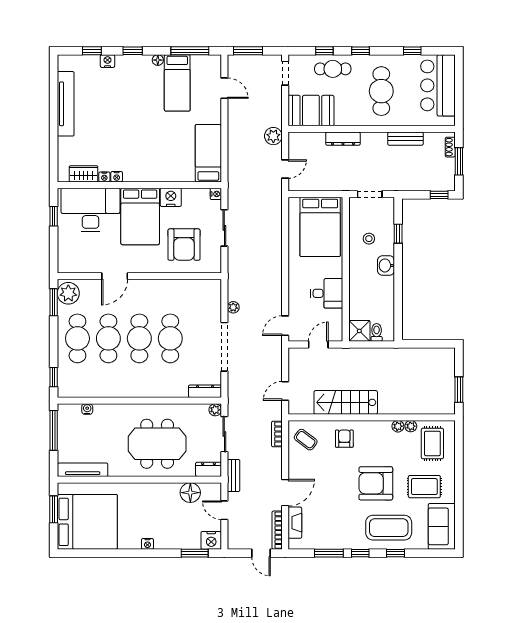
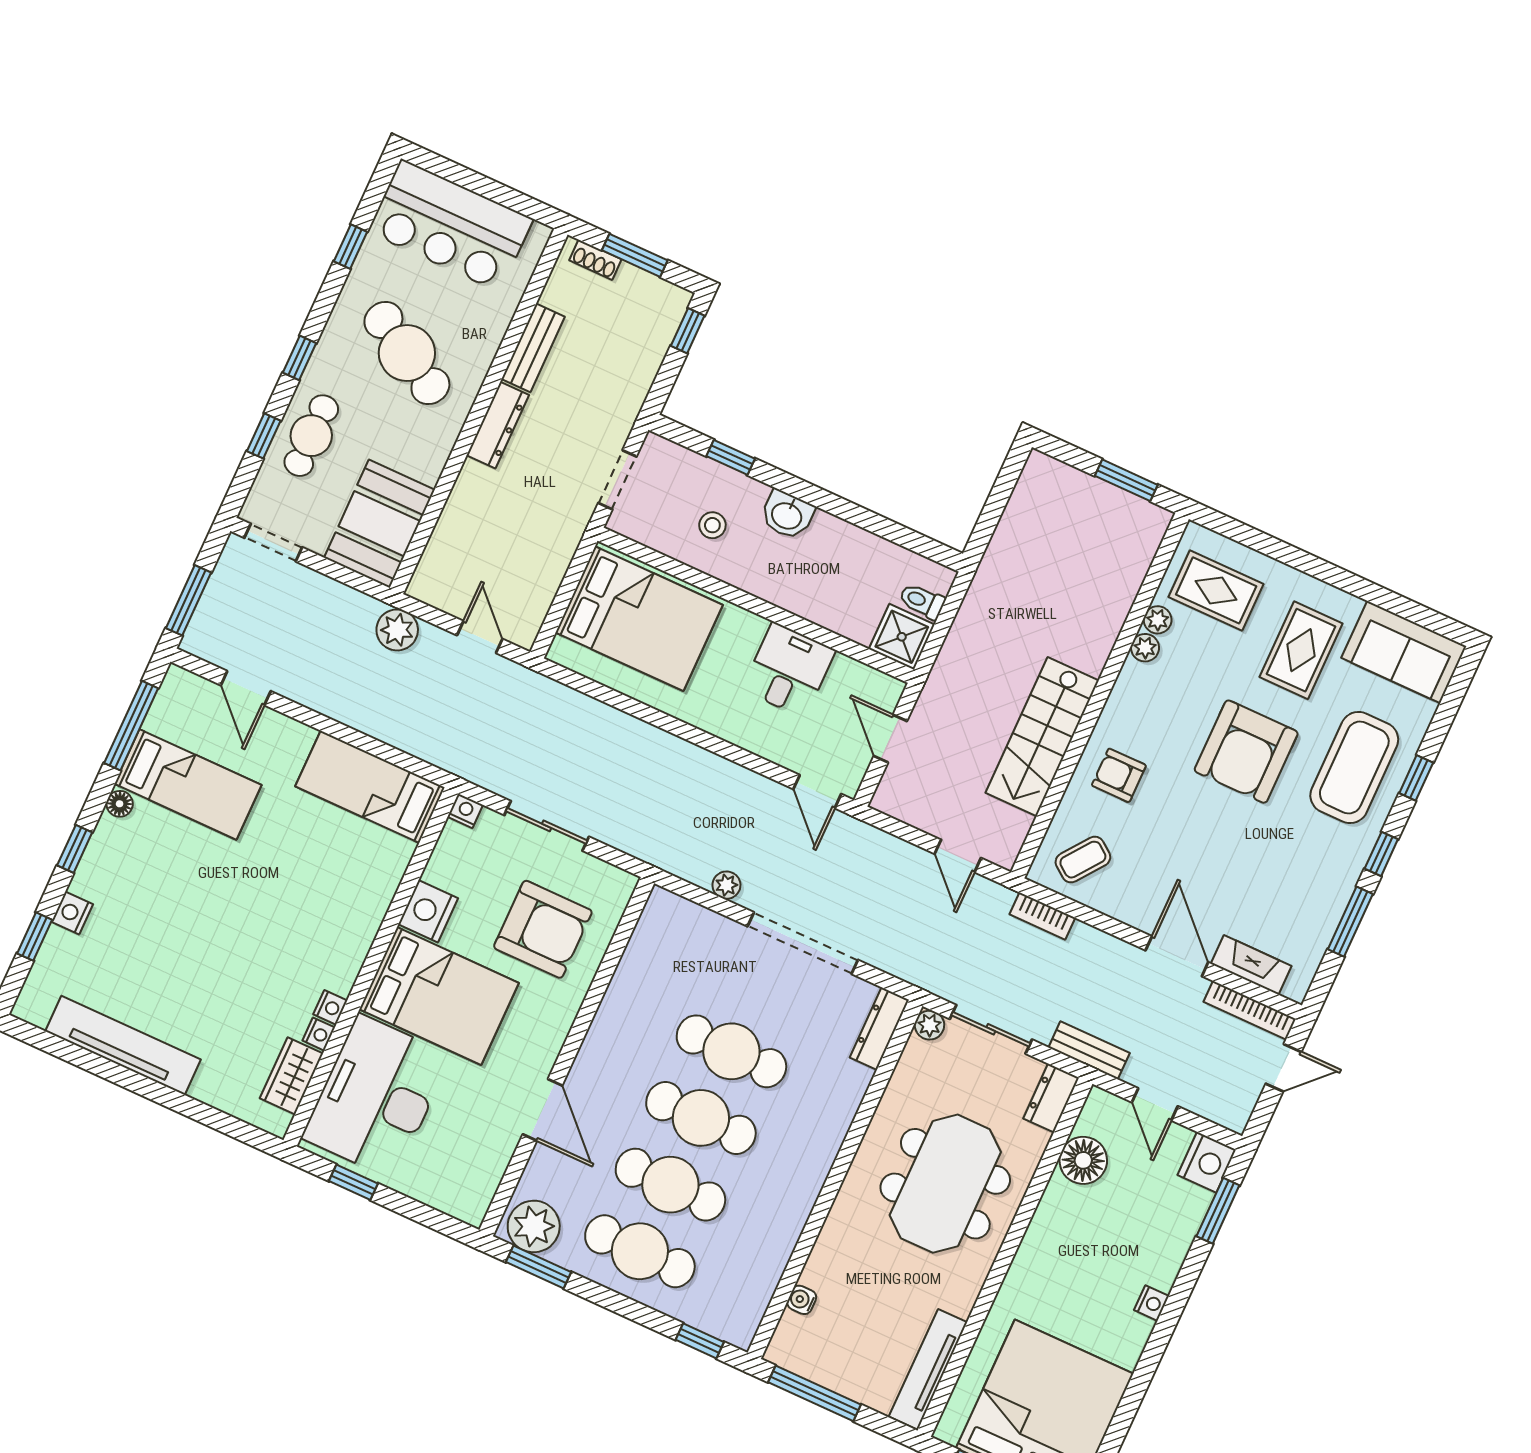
door: (224, 88) -> (246, 688), swing flipped
cafe table: (381, 91) -> (407, 353), turned 30
dresser: (343, 139) -> (498, 425), moved
door: (224, 510) -> (1155, 1104), hinge flipped

